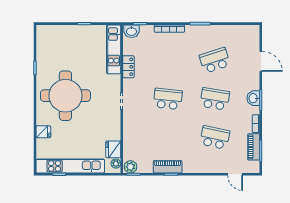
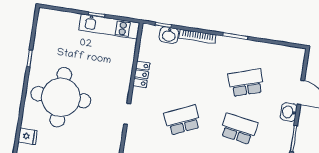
washbasin: (132, 31) -> (169, 35), moved
kitchen unit: (114, 49) -> (109, 26), moved, turned -90
washbasin: (253, 98) -> (289, 112), moved
school desk: (168, 99) -> (183, 120), turned -30

